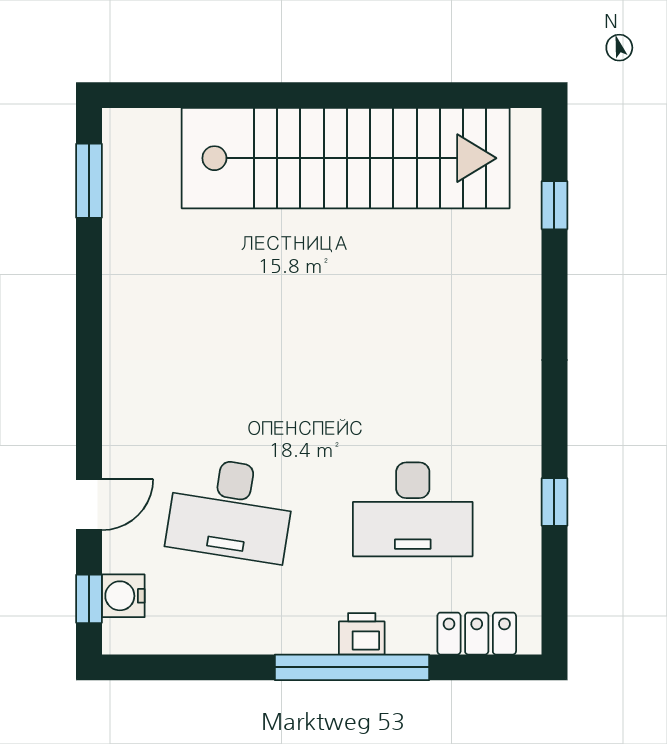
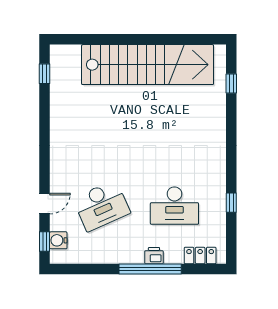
window: (89, 181) -> (45, 74), width x0.67
desk: (231, 509) -> (101, 206), turned -33

